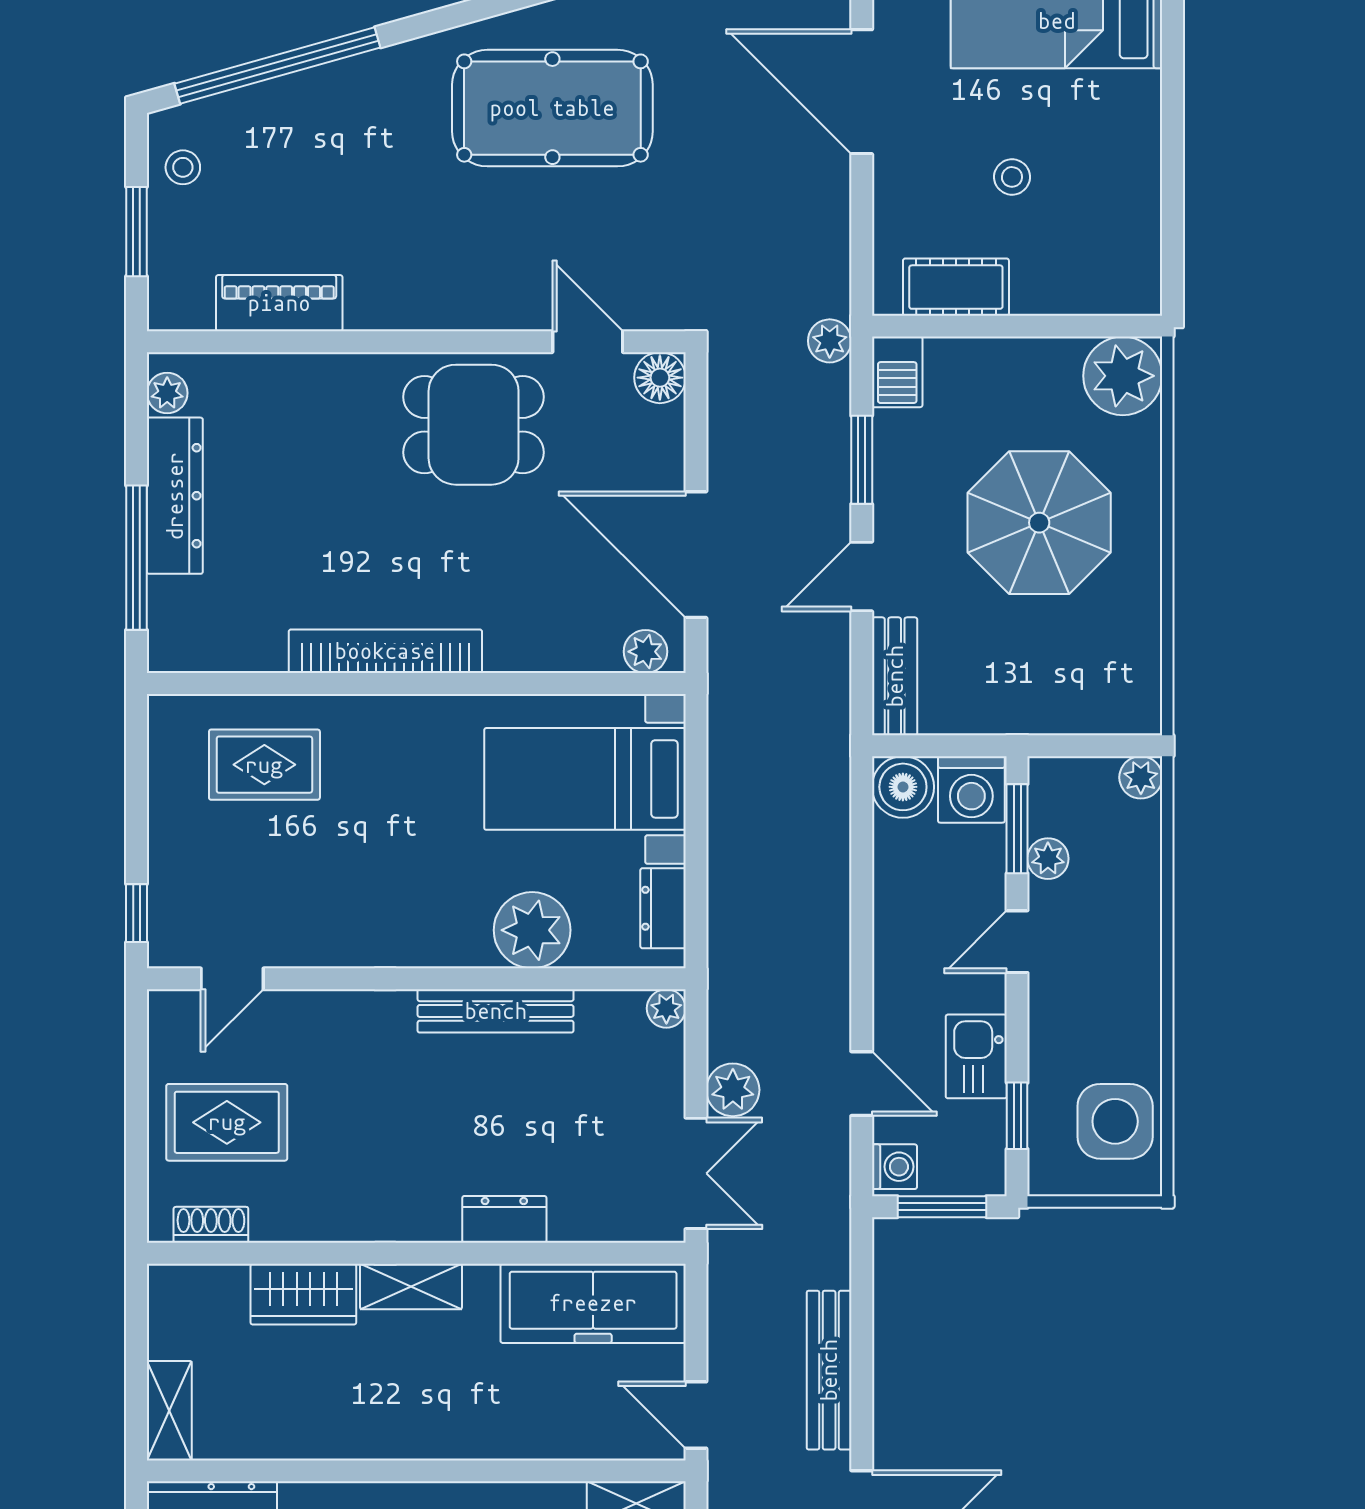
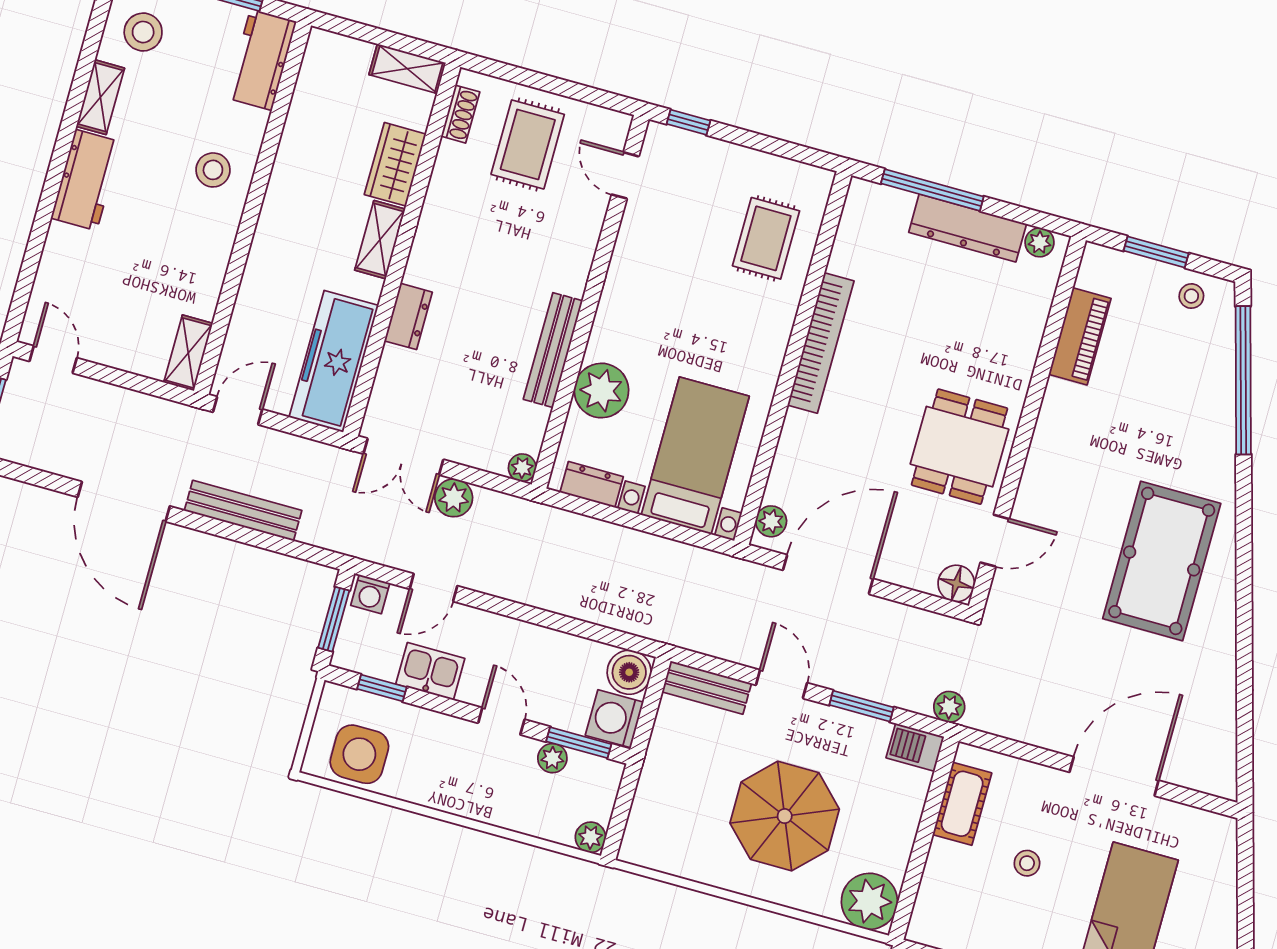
shelving: (169, 1411) -> (407, 69), moved

